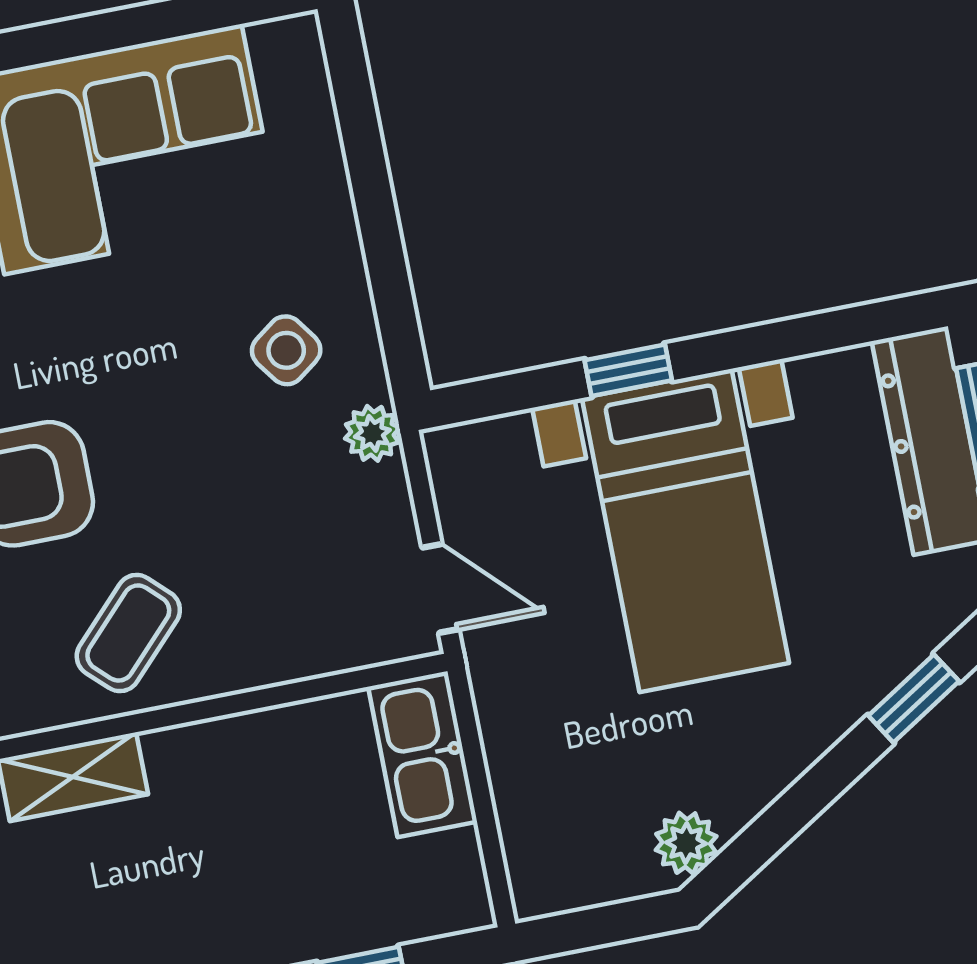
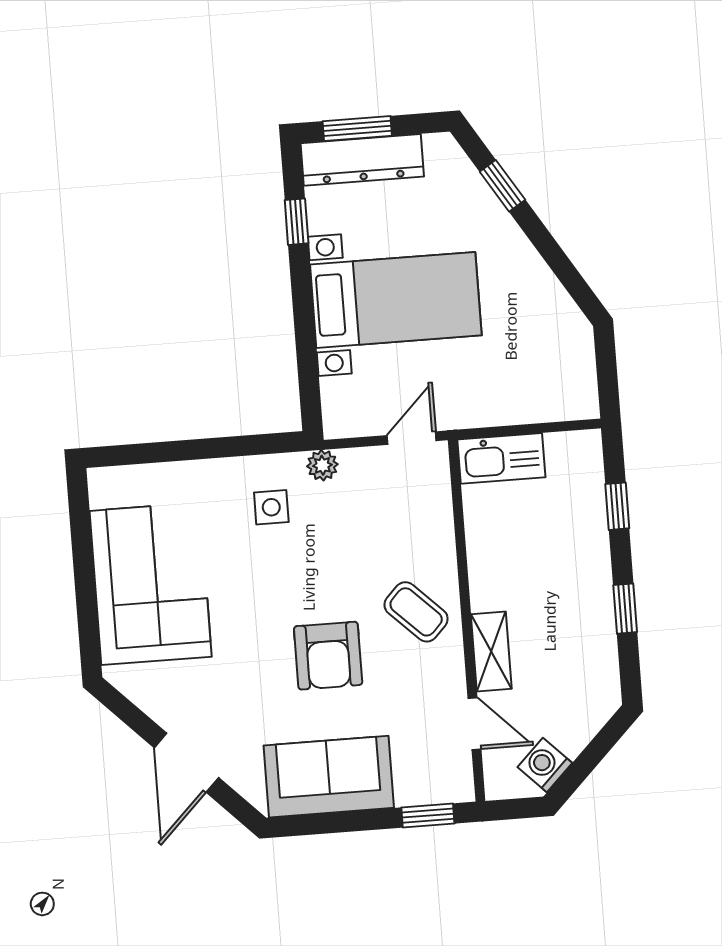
side table: (286, 350) -> (271, 507), turned 36
window: (628, 370) -> (297, 222), moved
plant: (686, 843) -> (567, 320), removed

